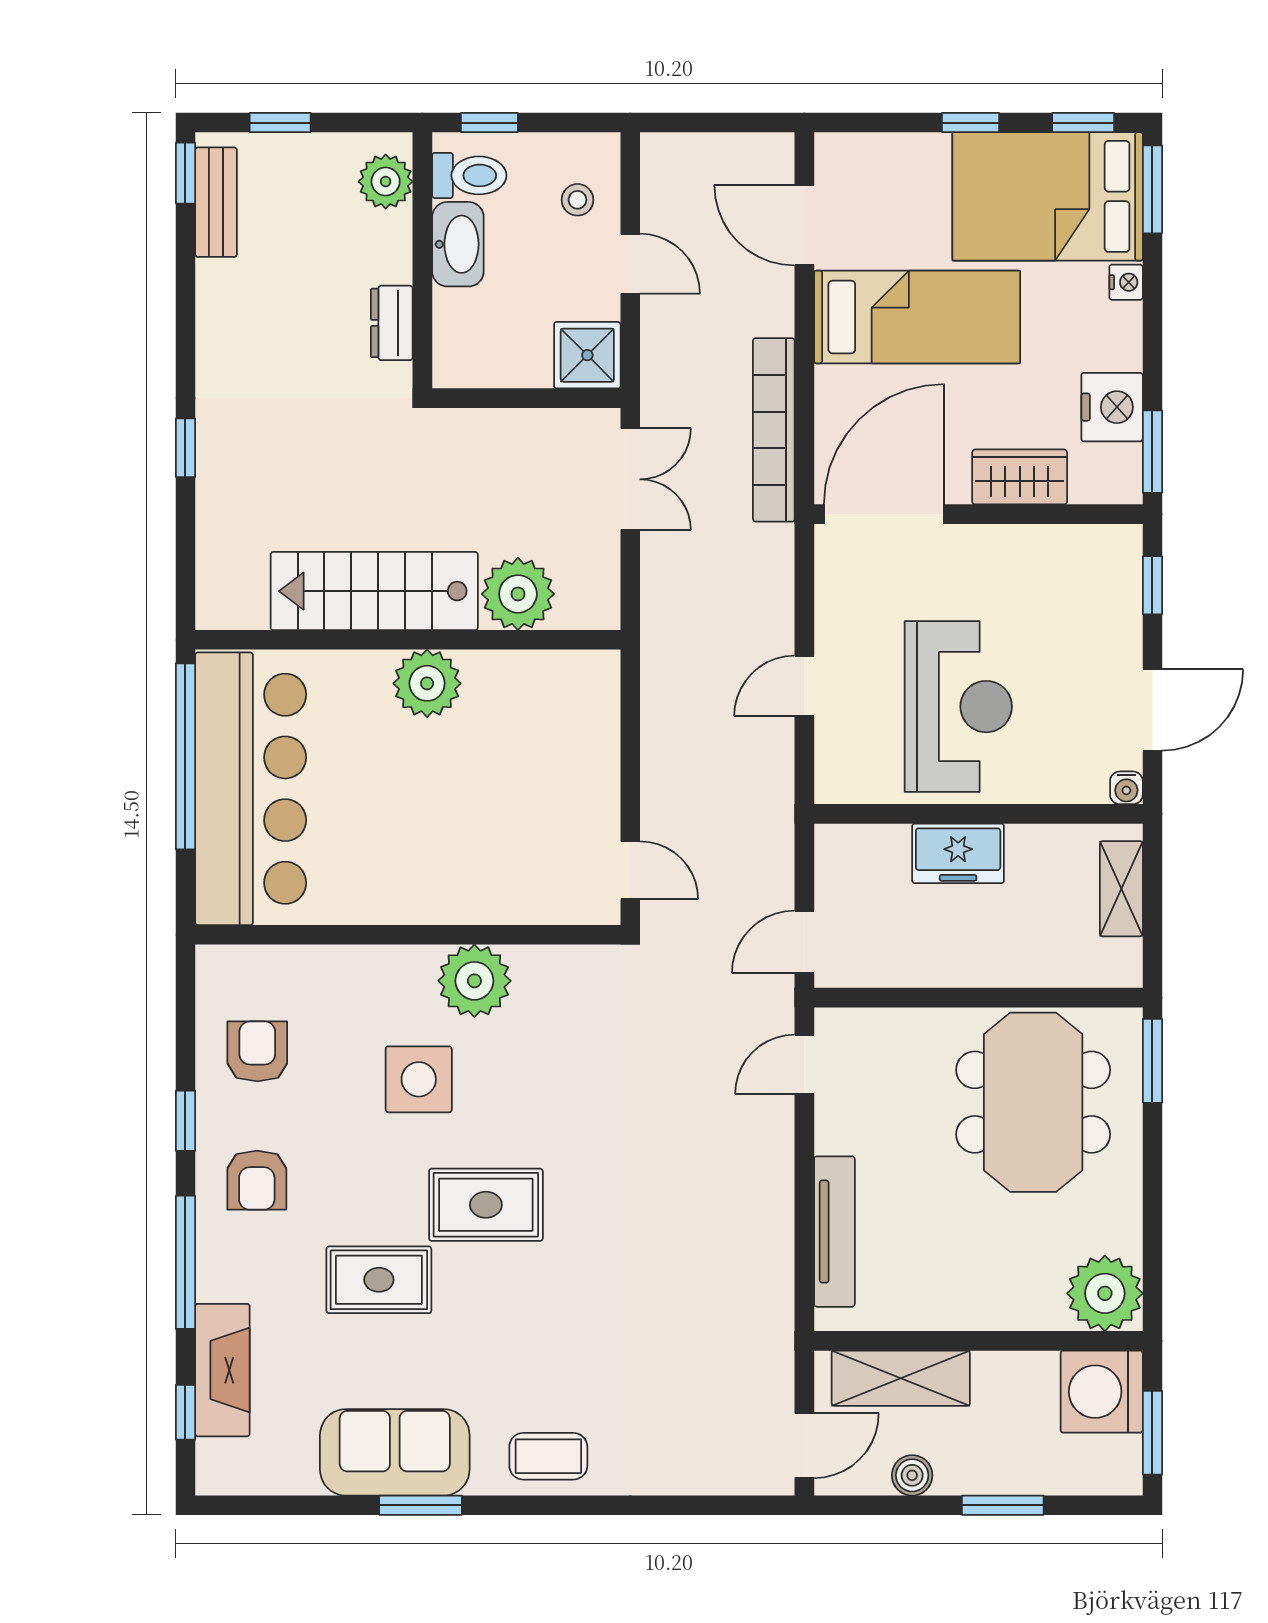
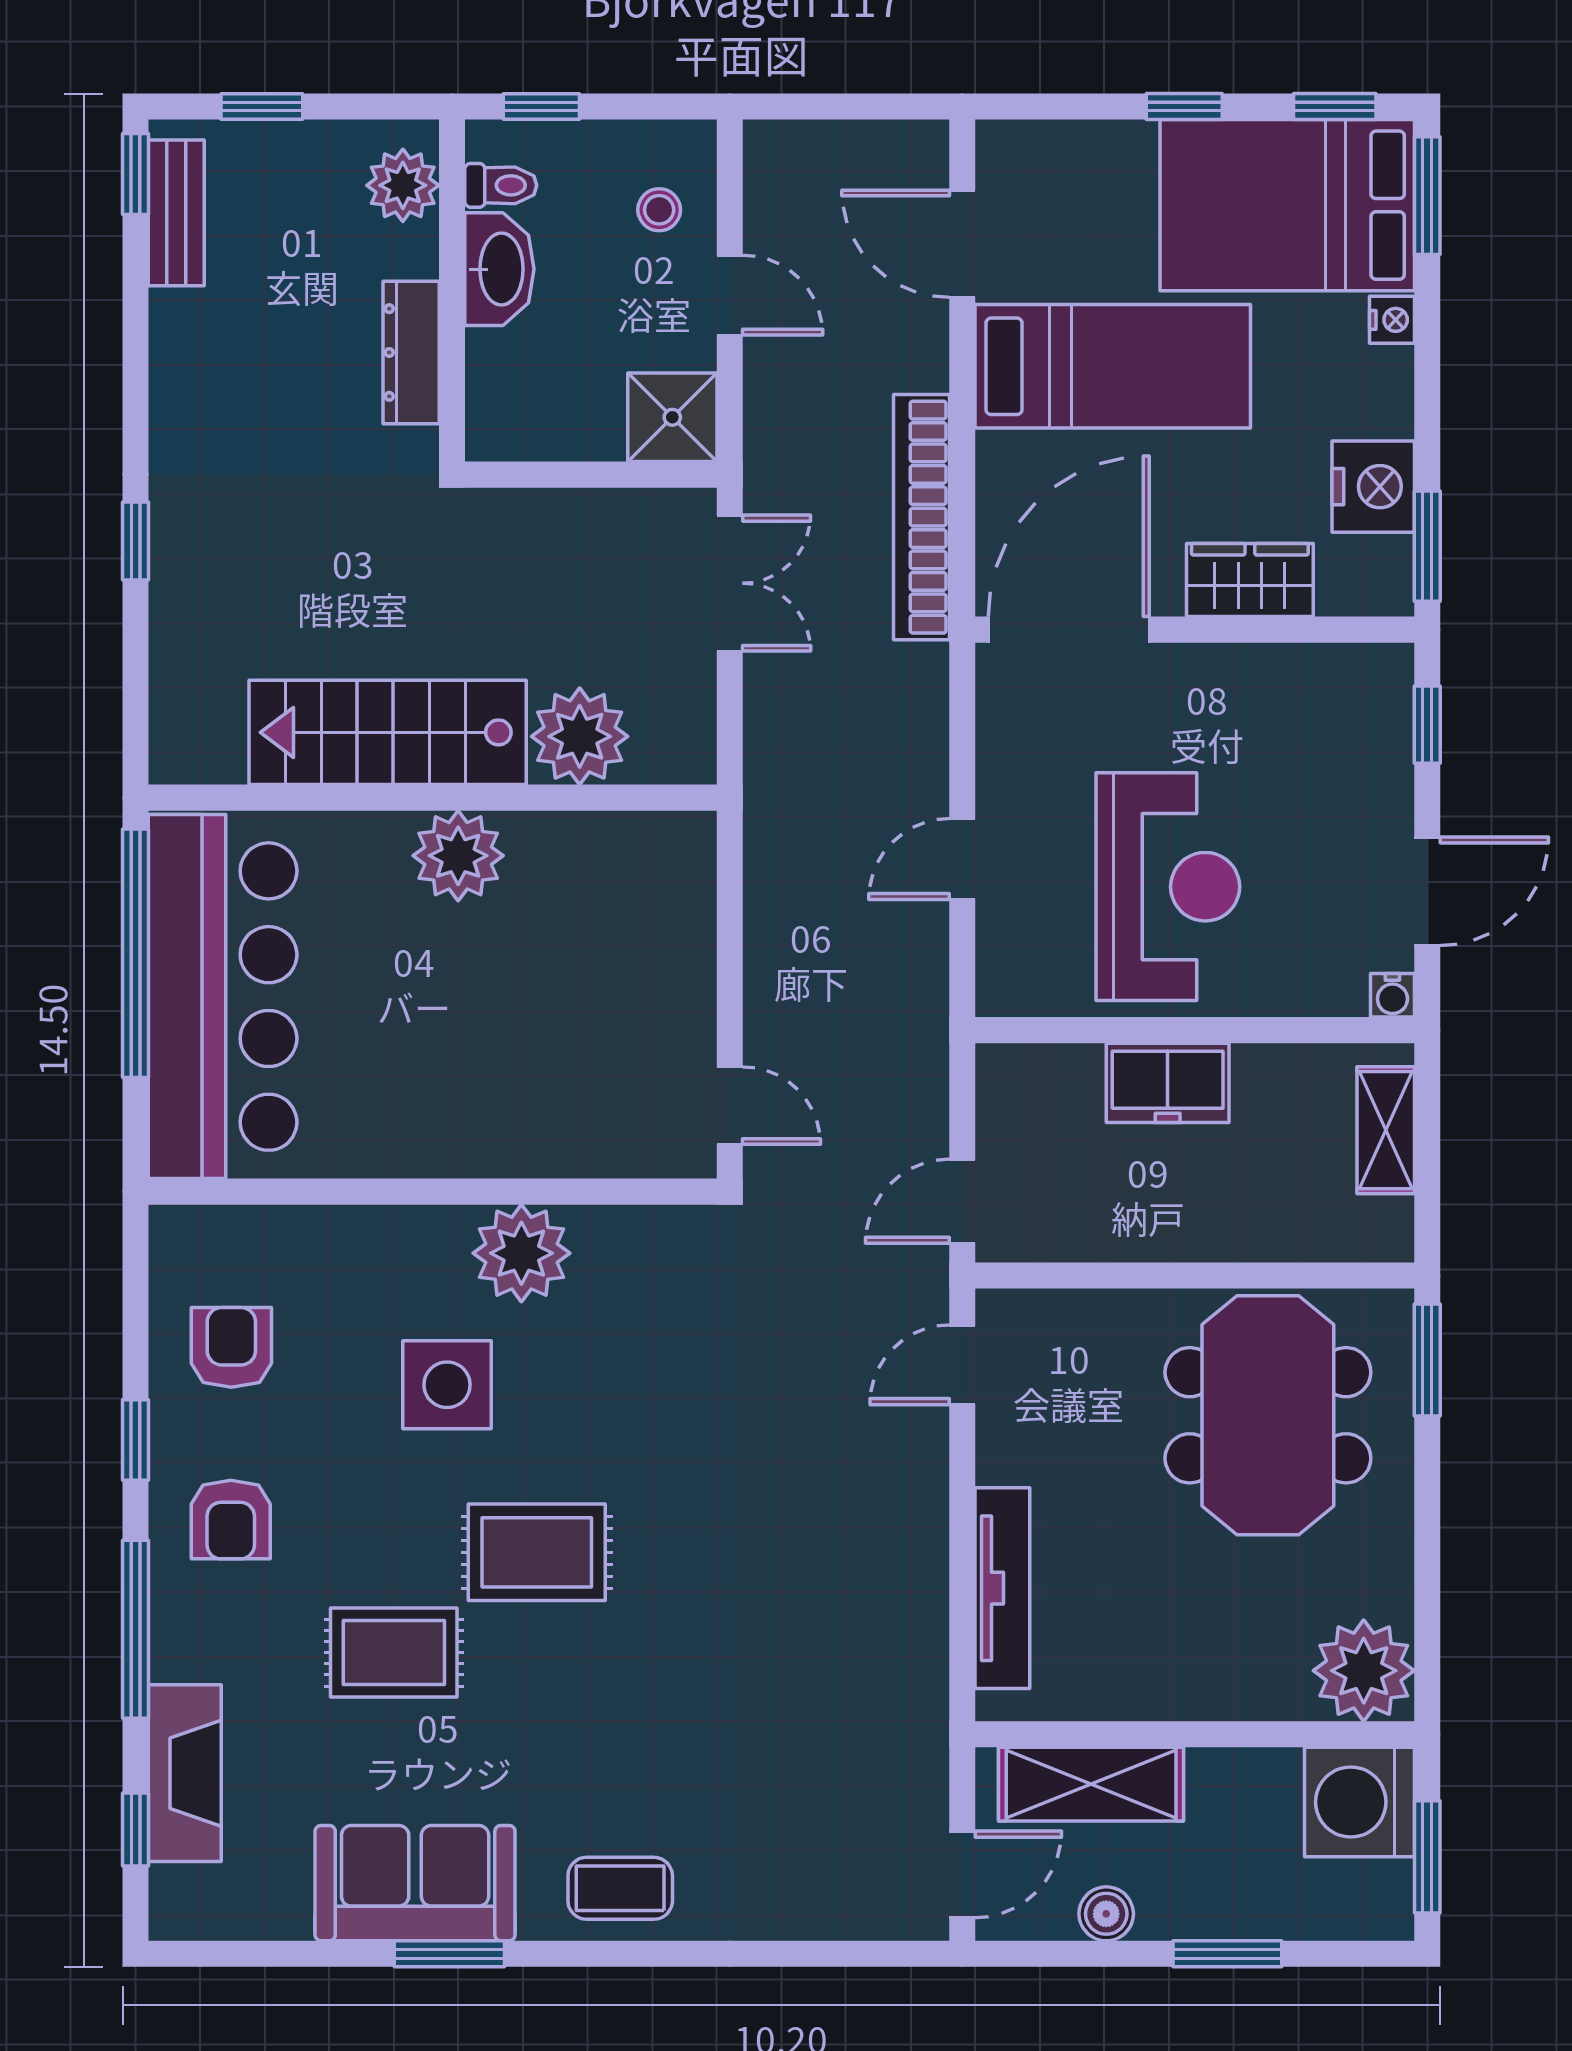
toilet: (469, 175) -> (501, 185), width x0.73, depth x0.72
dresser: (392, 323) -> (411, 352), width x1.44

